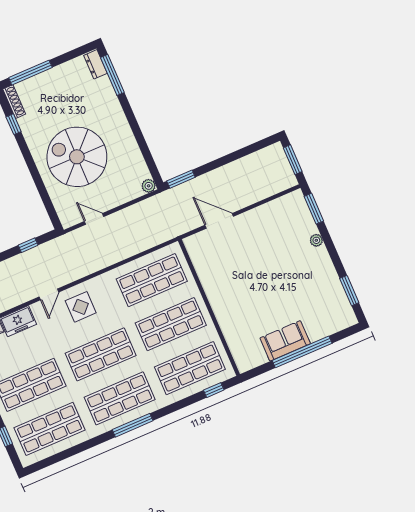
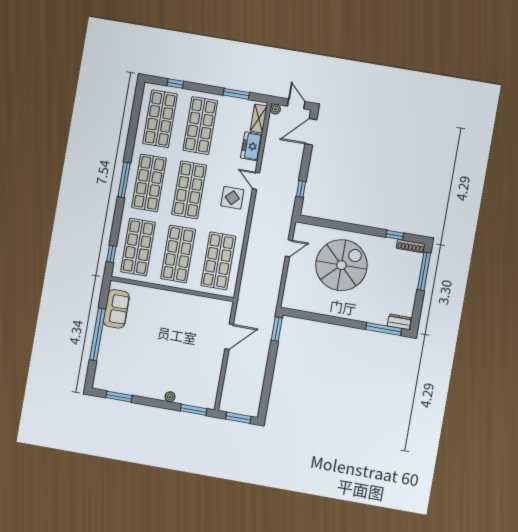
plant: (149, 186) -> (287, 303), removed
sofa: (285, 341) -> (116, 309), moved

